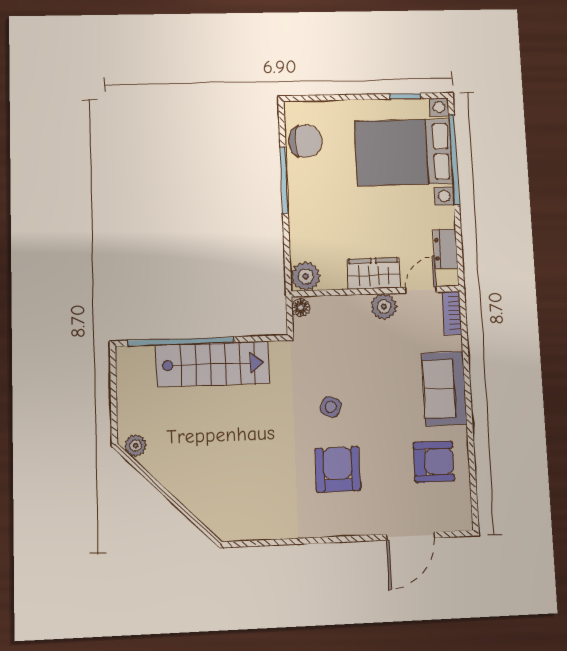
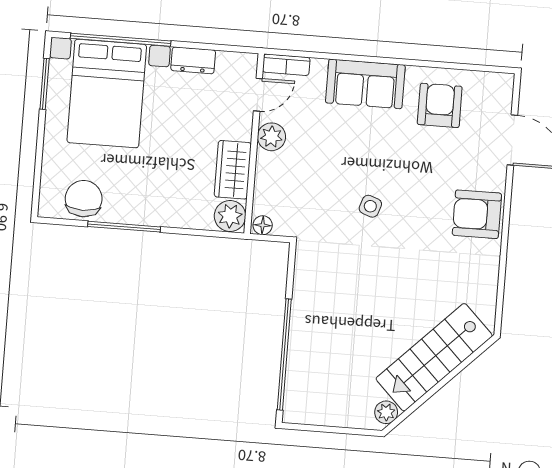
window: (405, 96) -> (45, 84), width x1.50
dresser: (446, 249) -> (193, 60), moved
wardrobe: (374, 273) -> (233, 170), moved
door: (421, 290) -> (258, 95), swing flipped
stairs: (213, 364) -> (434, 357), moved, turned -135
armchair: (338, 469) -> (477, 214), moved

